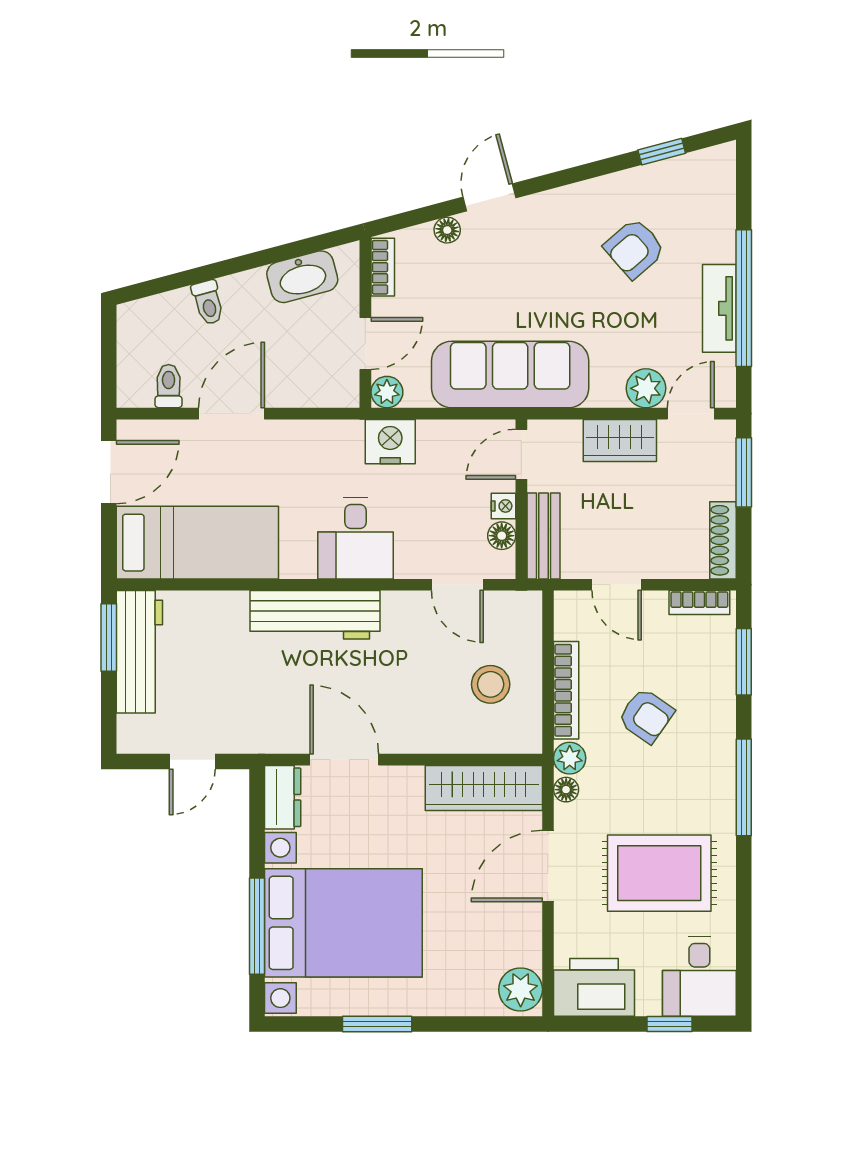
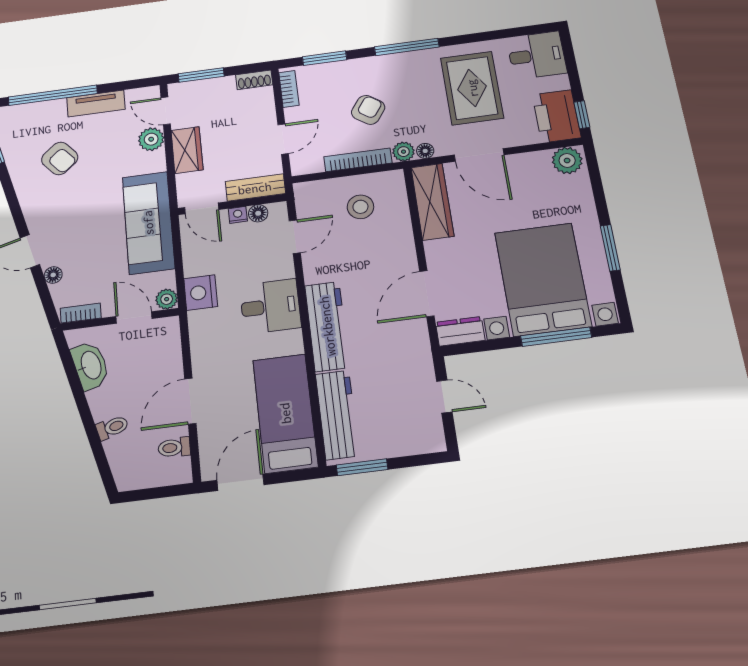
window: (744, 298) -> (53, 95), moved
door: (232, 414) -> (190, 401), hinge flipped
door: (109, 472) -> (240, 482), hinge flipped
shoe rack: (723, 540) -> (254, 80), width x0.70
workbench: (139, 652) -> (337, 415), moved, turned 90
window: (669, 1024) -> (582, 115), moved

